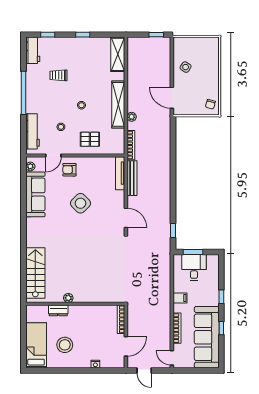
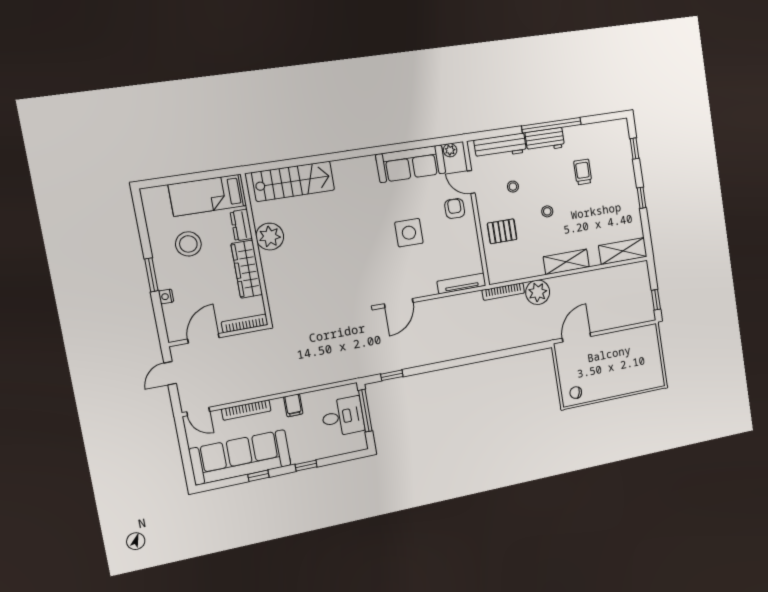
workbench: (33, 50) -> (545, 140), moved
side table: (186, 67) -> (620, 348), removed
shelving: (118, 104) -> (566, 262), width x0.68
plant: (132, 117) -> (538, 292), width x1.87, depth x1.87
pallet: (90, 139) -> (502, 231), turned 90
bench: (132, 178) -> (457, 302), removed
side table: (80, 203) -> (409, 233), turned 45
window: (193, 252) -> (365, 411), width x1.44
plant: (68, 298) -> (270, 237), width x1.87, depth x1.87
wardrobe: (87, 312) -> (247, 269), added
bed: (36, 345) -> (208, 195), moved, turned 180
door: (126, 346) -> (203, 338), swing flipped
door: (172, 358) -> (198, 412), swing flipped
window: (80, 371) -> (151, 275), added

